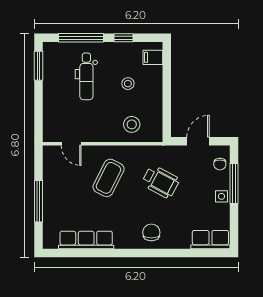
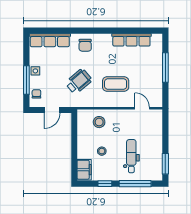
filing cabinet: (153, 57) -> (84, 170), width x2.00
coffee table: (109, 178) -> (116, 84), turned 63
wheelchair: (160, 182) -> (79, 81), turned 112
row of seats: (210, 240) -> (50, 40), width x1.48

